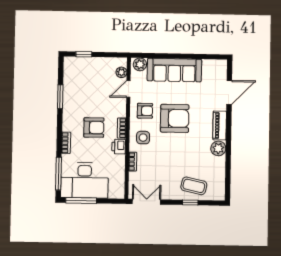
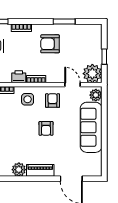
window: (84, 54) -> (104, 57), moved
plant: (121, 72) -> (92, 74), width x1.87, depth x1.87
armchair: (145, 111) -> (53, 101), turned 180
armchair: (175, 118) -> (46, 128), width x0.53, depth x0.53
armchair: (94, 127) -> (50, 44), moved, turned 90

